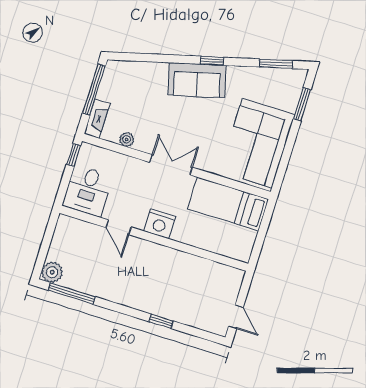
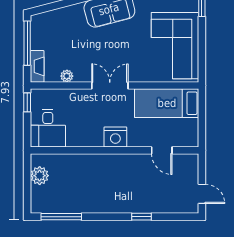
door: (119, 227) -> (162, 150), moved
plant: (52, 272) -> (40, 176), moved

